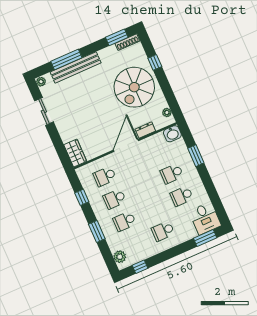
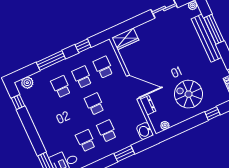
spiral stairs: (134, 87) -> (189, 94), width x0.73, depth x0.73
window: (97, 231) -> (51, 60), width x1.44
school desk: (163, 231) -> (95, 104), moved

